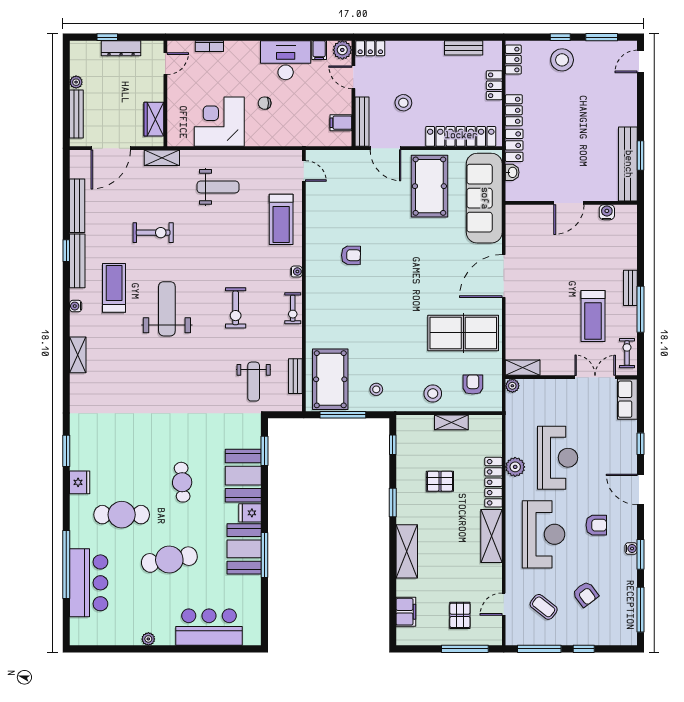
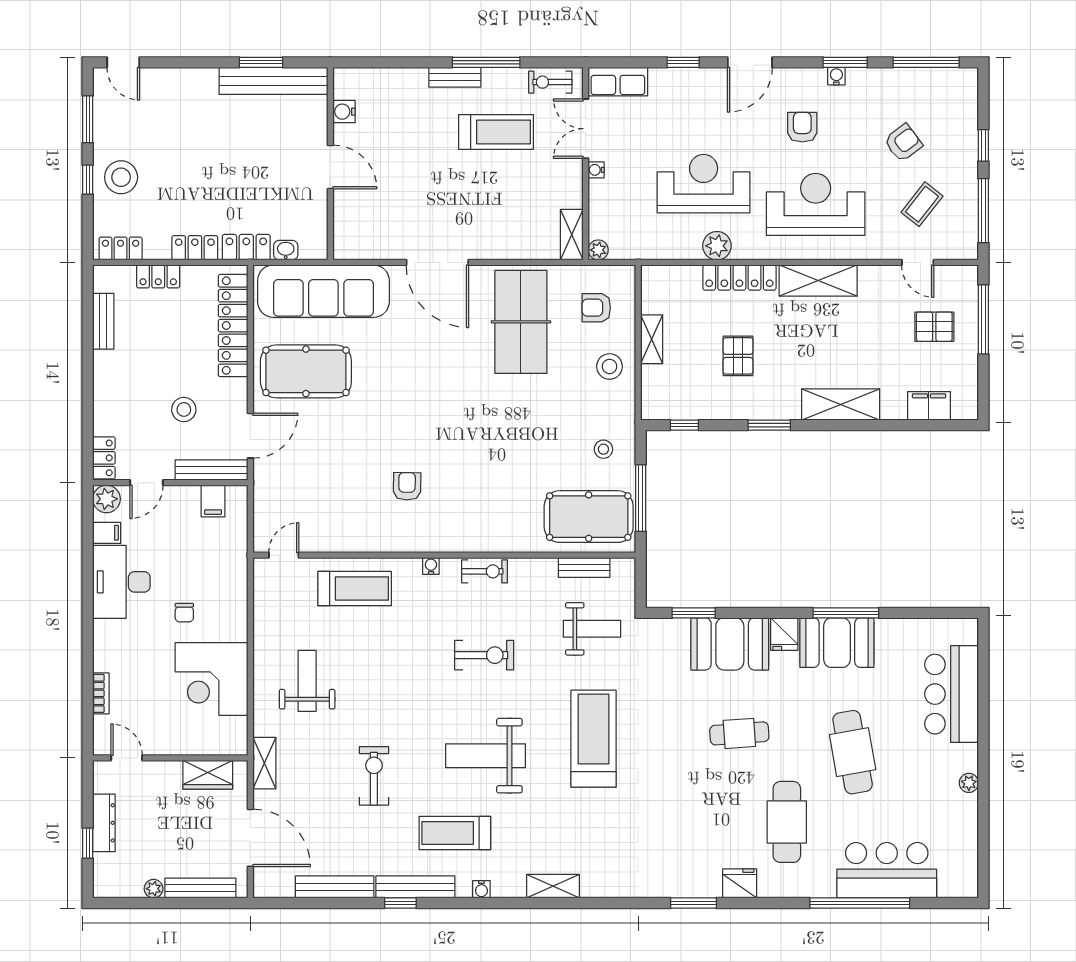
treadmill: (179, 383) -> (593, 739), added
water cooler: (567, 384) -> (596, 170), added

